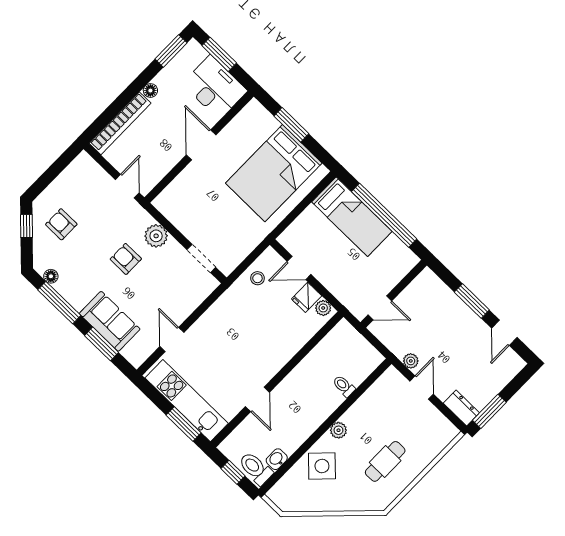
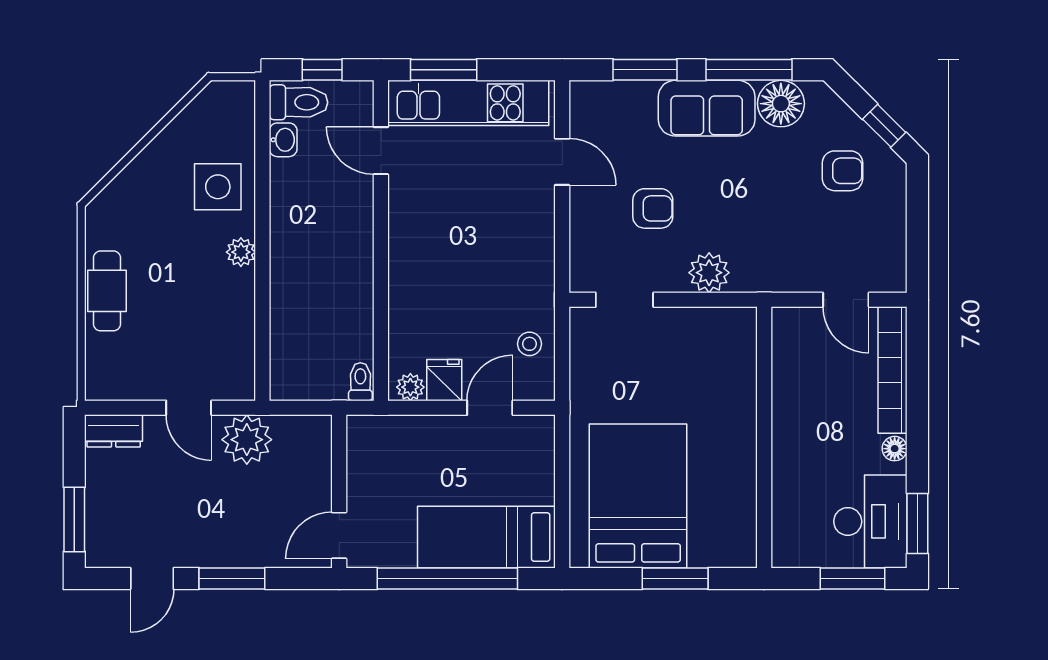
desk: (215, 87) -> (870, 521), moved, turned -90
door: (201, 145) -> (764, 442), removed
door: (127, 186) -> (846, 300), moved
armchair: (126, 259) -> (653, 208), moved
floor lamp: (51, 276) -> (781, 104), width x1.89, depth x1.89
door: (380, 308) -> (339, 535), moved
sofa: (110, 321) -> (707, 108), moved
door: (504, 333) -> (152, 578), swing flipped
plant: (411, 361) -> (247, 440), width x1.87, depth x1.87
toilet: (344, 386) -> (360, 382), moved, turned -90
door: (257, 399) -> (381, 151), moved
window: (489, 411) -> (74, 519), moved
cafe table: (385, 461) -> (107, 291), moved
side table: (322, 466) -> (218, 187), turned 45

